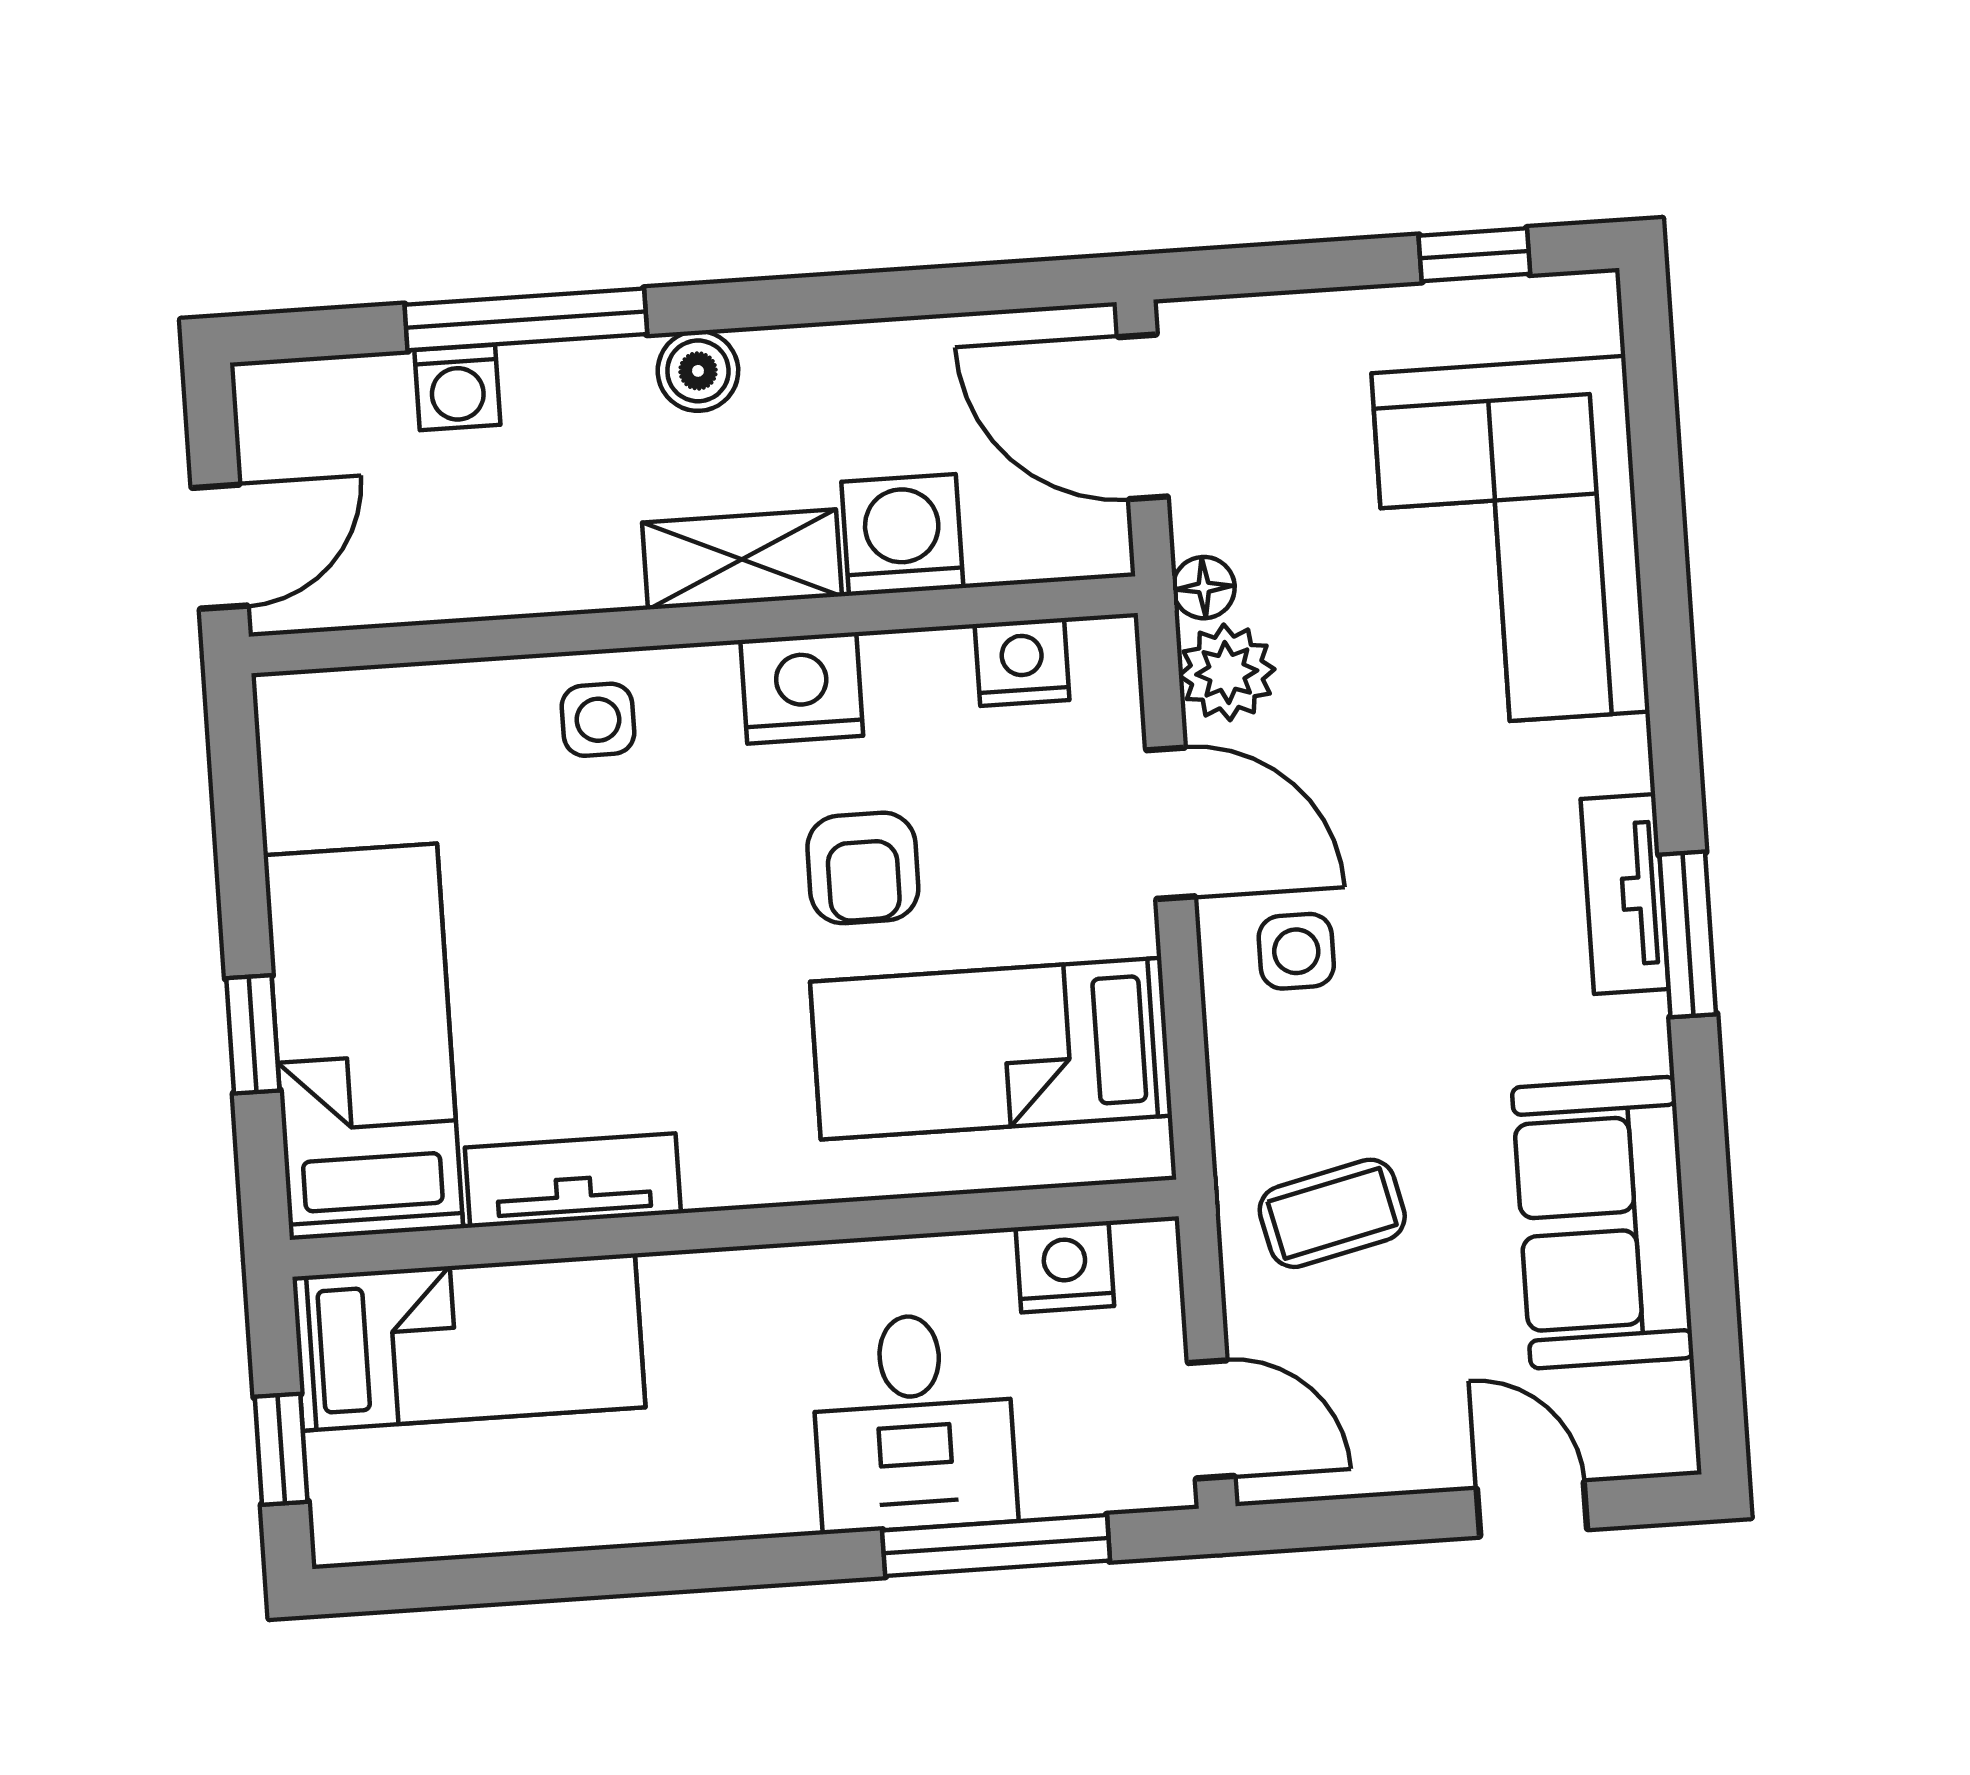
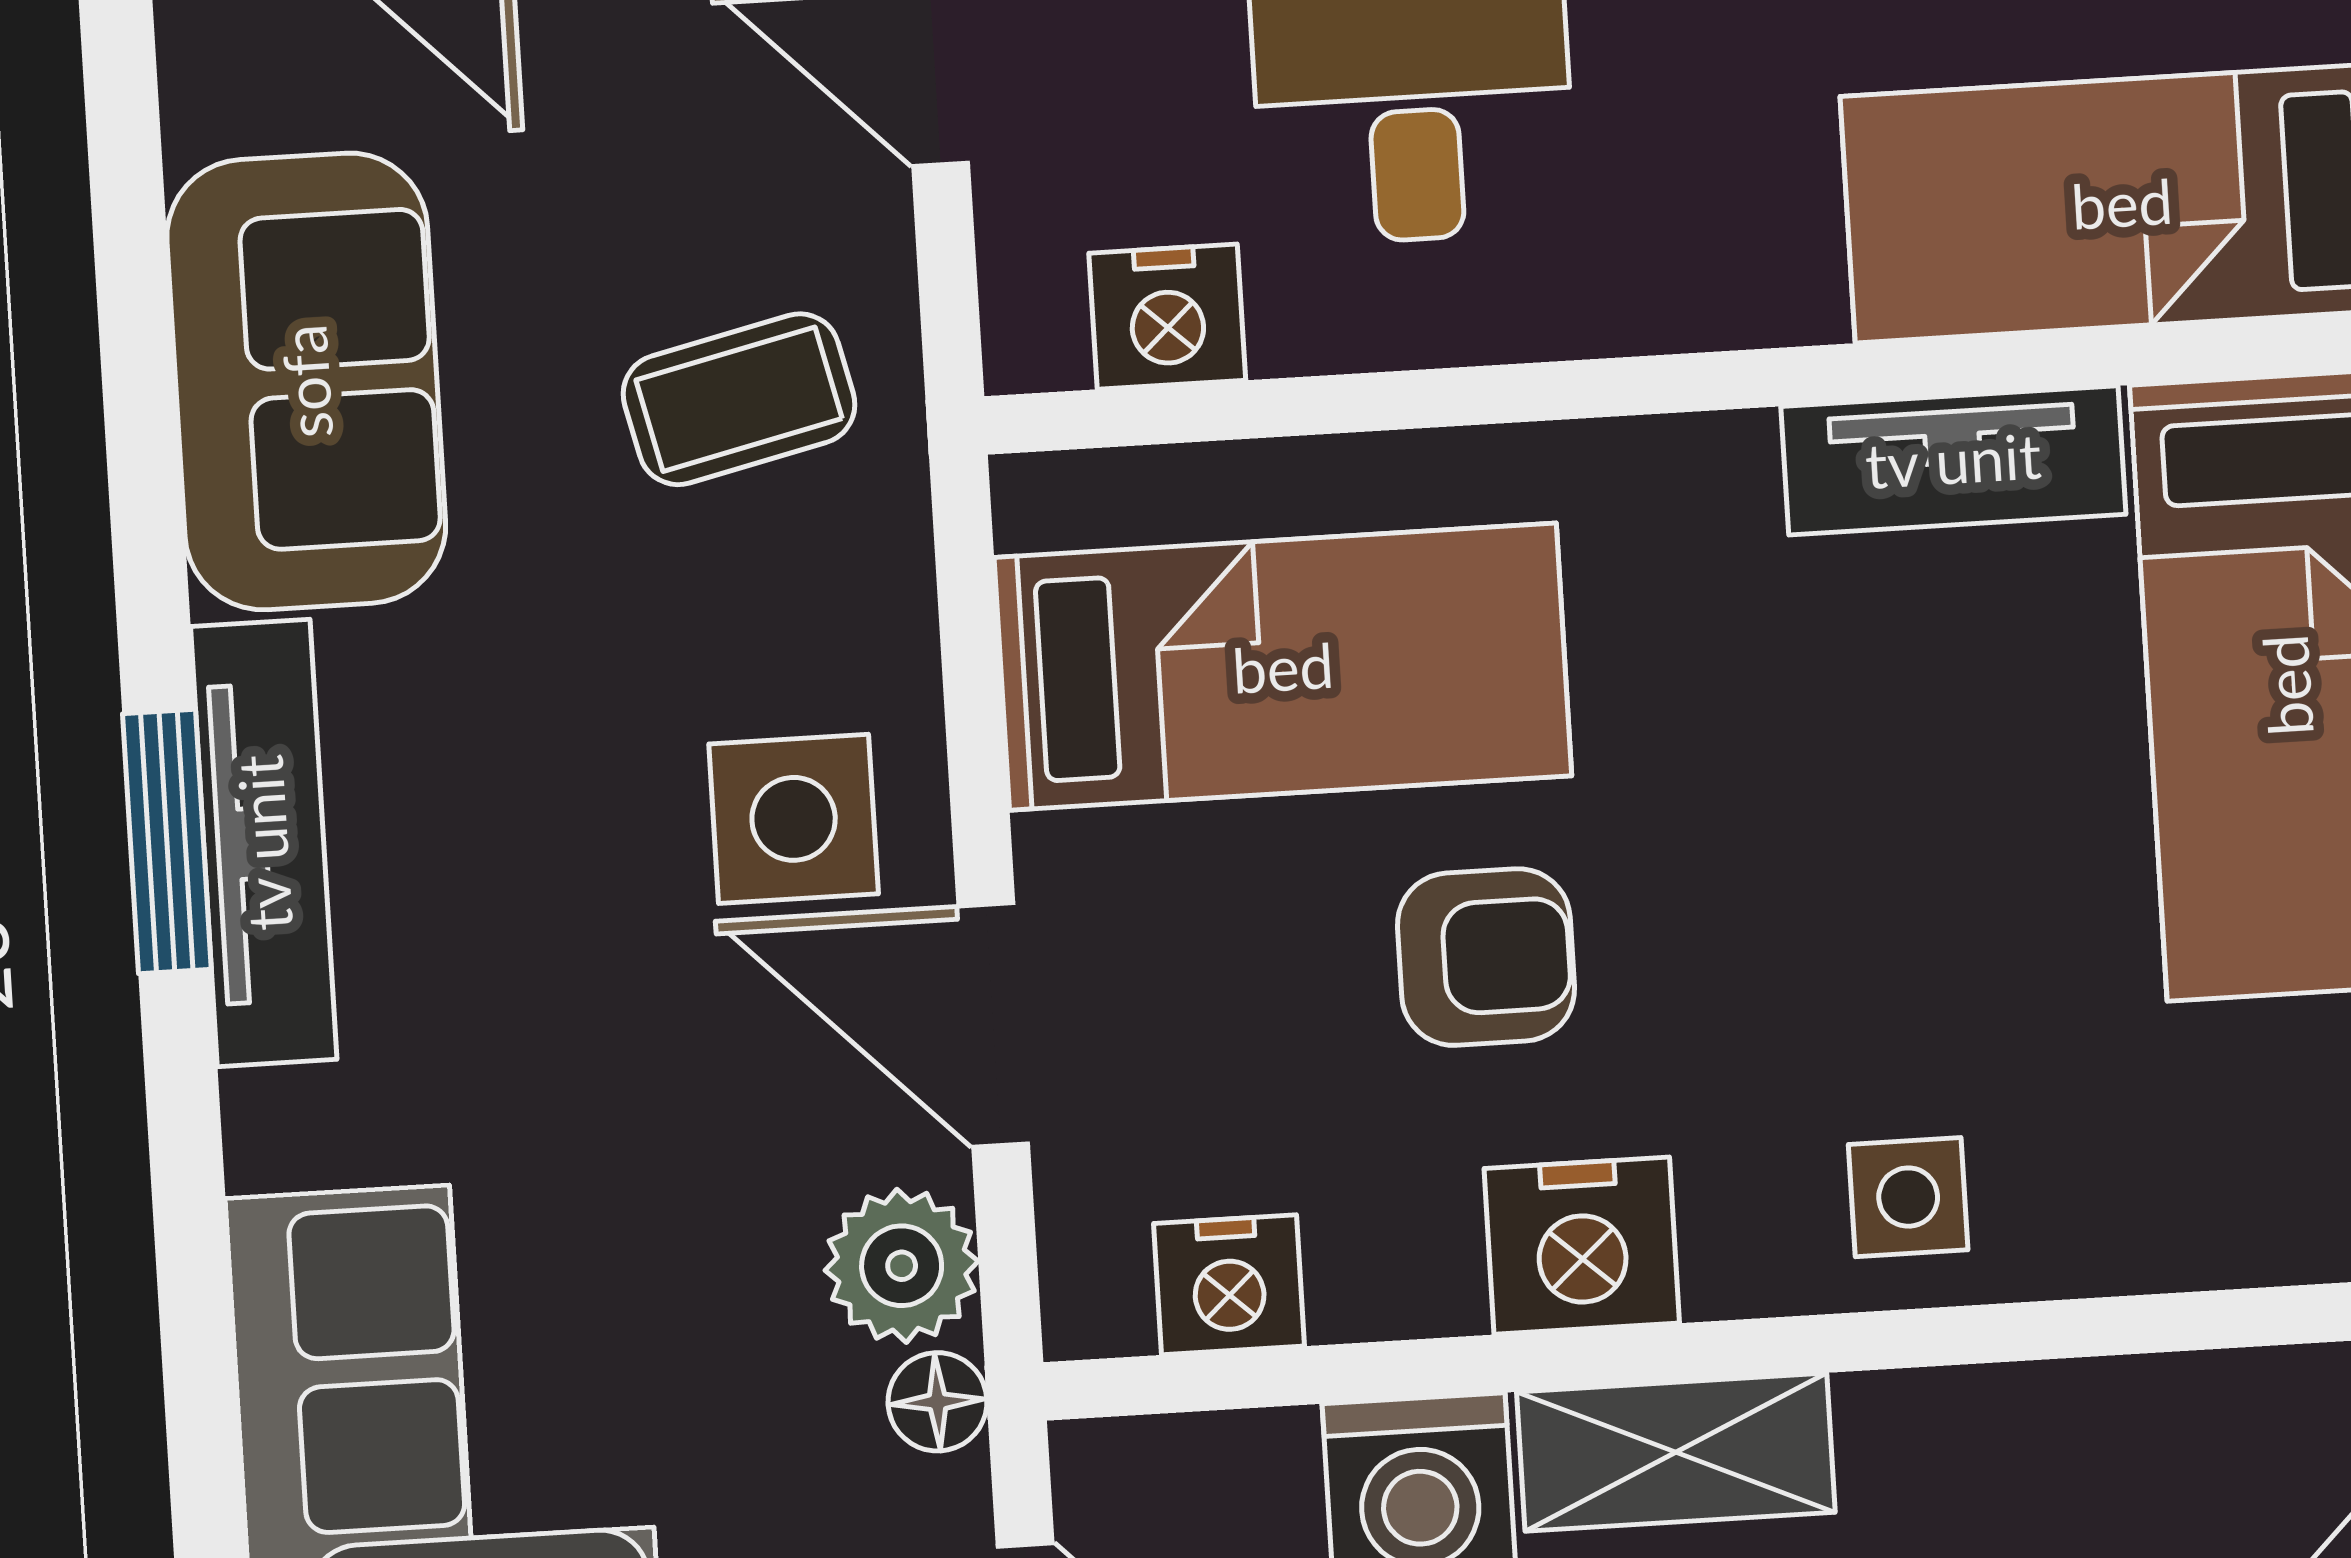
armchair: (863, 868) -> (1486, 957), turned 90
tv unit: (1625, 894) -> (264, 843), width x1.41
side table: (1296, 951) -> (794, 819), width x1.37, depth x1.37

